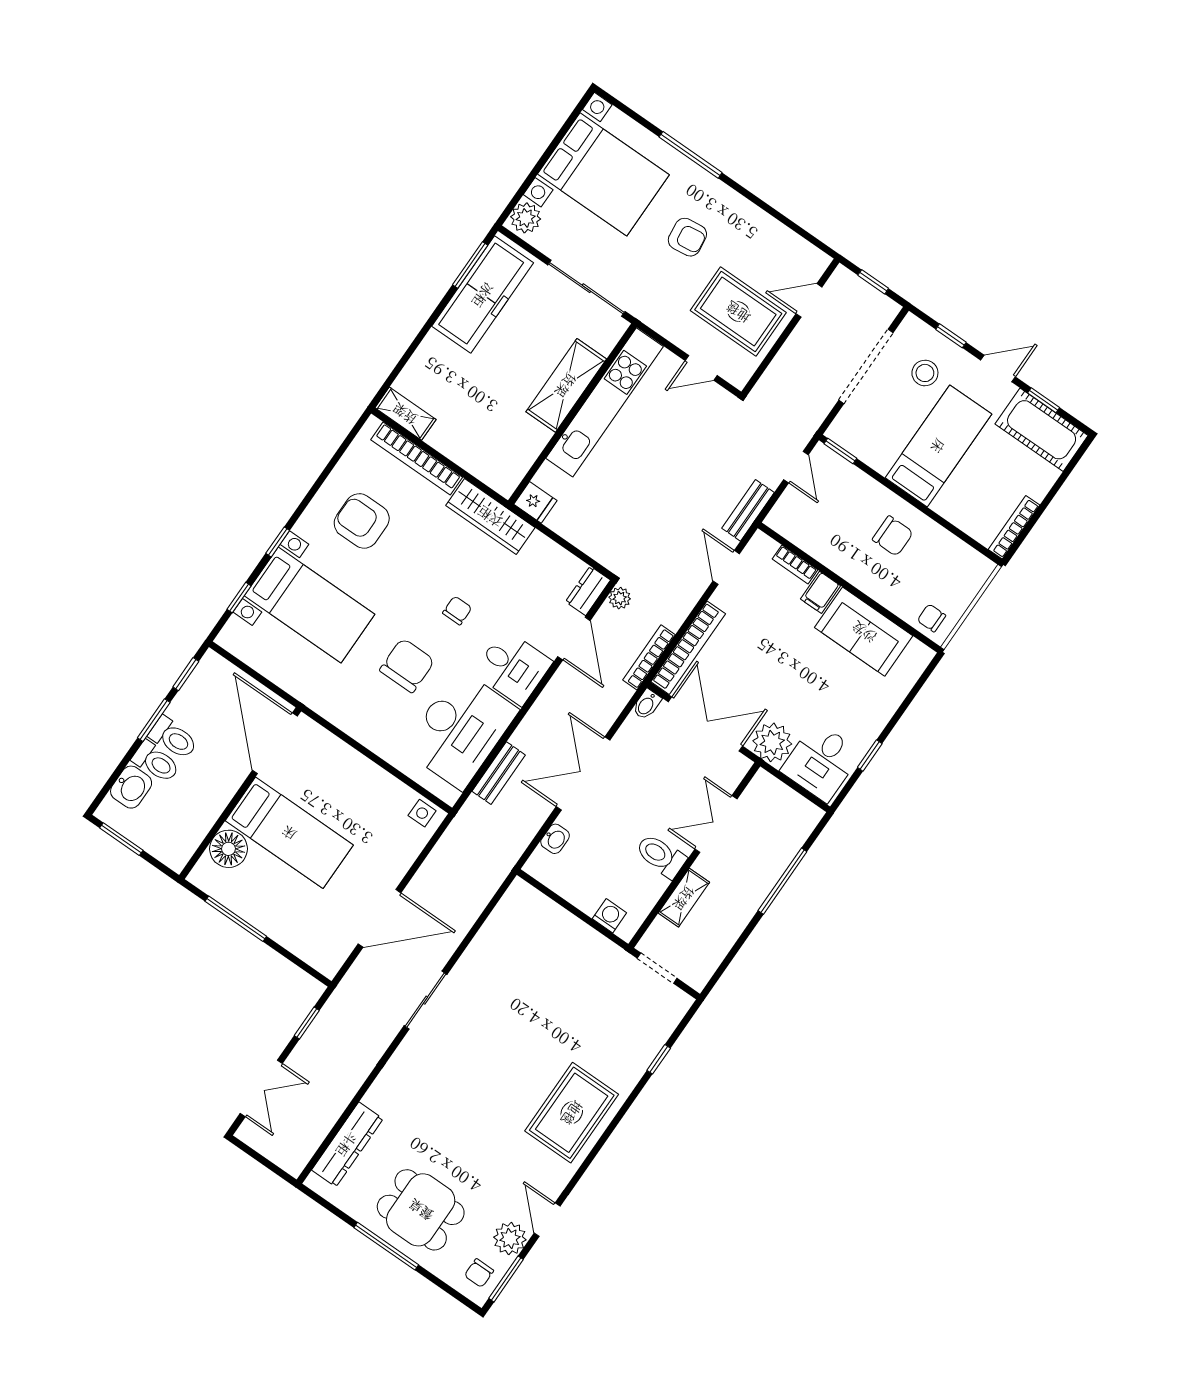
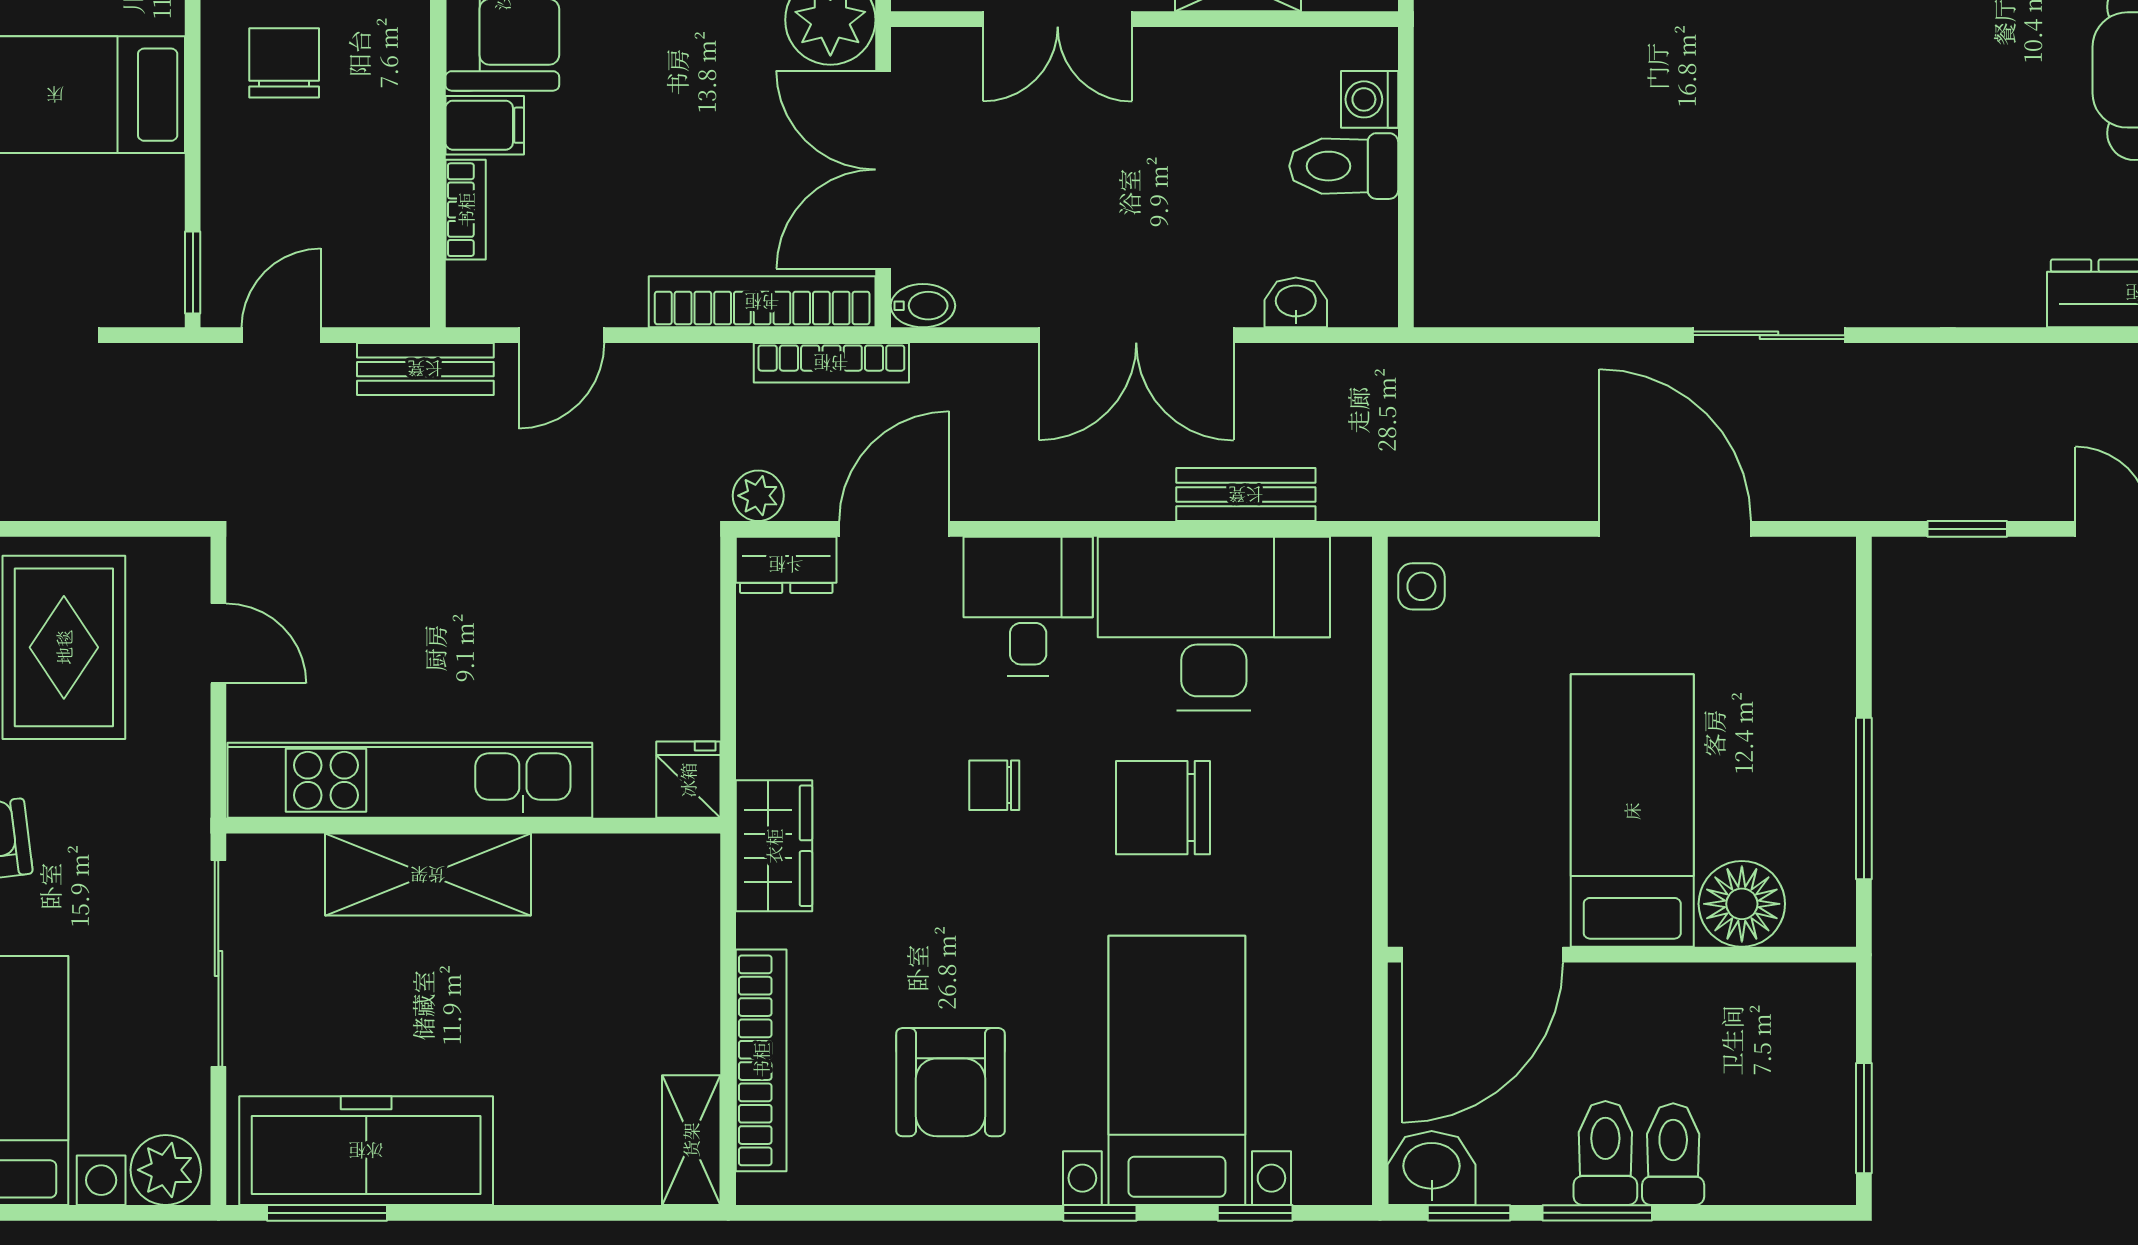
wardrobe: (490, 517) -> (774, 846), width x0.67
washbasin: (131, 787) -> (1432, 1168), moved
toilet: (661, 856) -> (1344, 166), moved, turned 90

